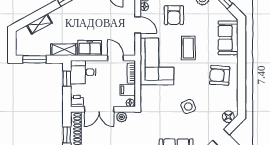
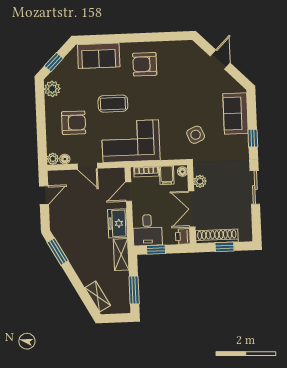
shelving: (39, 24) -> (98, 297), moved
door: (138, 25) -> (87, 166), swing flipped
armchair: (220, 75) -> (145, 64), turned 86
side table: (188, 107) -> (196, 135), moved
double door: (99, 109) -> (192, 209), swing flipped
floor lamp: (228, 117) -> (195, 52), removed

